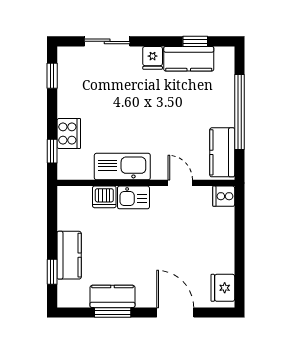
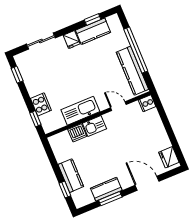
kitchen counter: (222, 152) -> (132, 71), width x1.50

